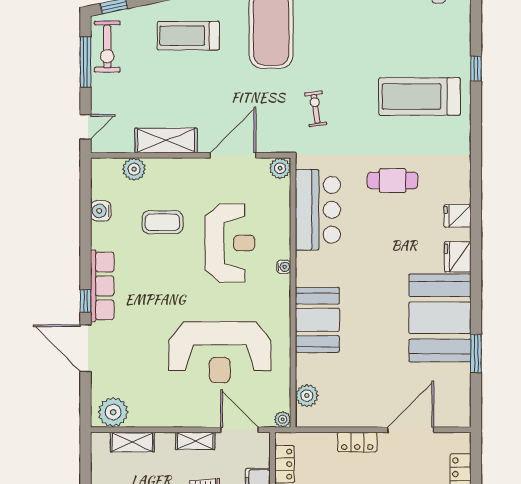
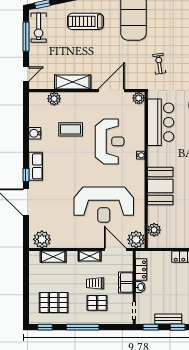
water cooler: (101, 211) -> (35, 133), moved
row of seats: (102, 286) -> (36, 166), width x0.68
plant: (283, 419) -> (136, 240), width x1.87, depth x1.87

